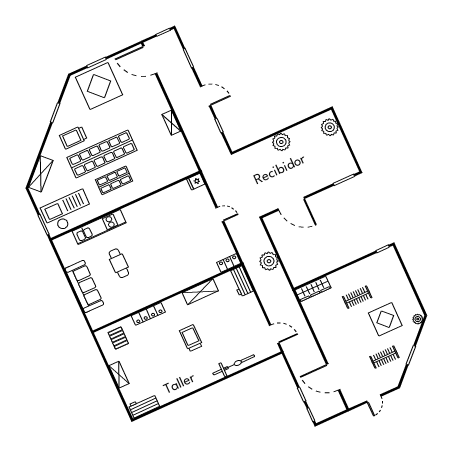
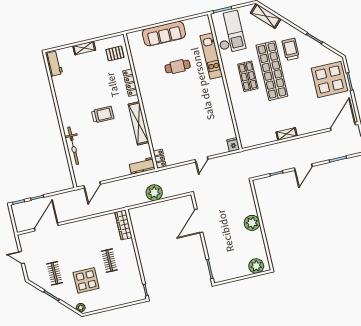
shelving: (200, 292) -> (138, 123), width x1.47

